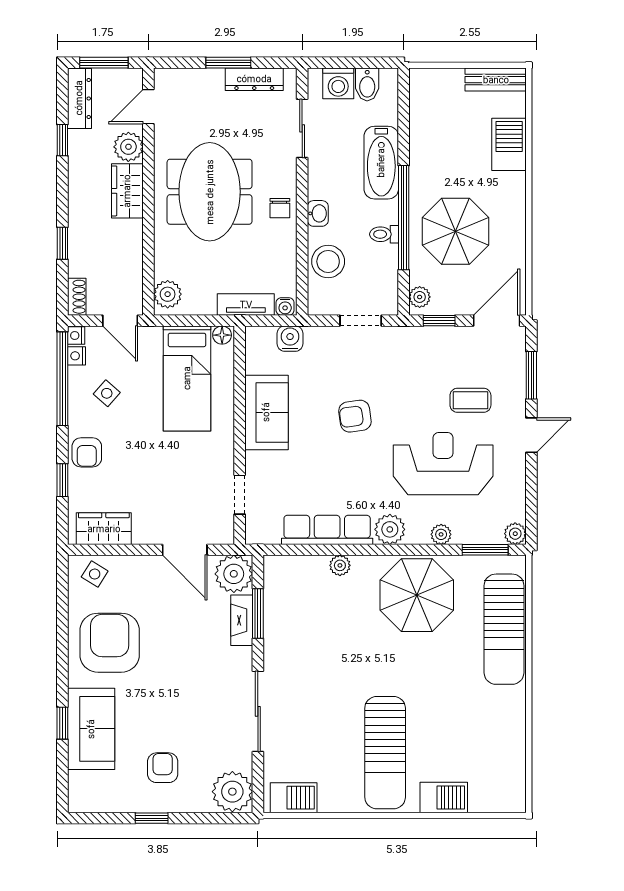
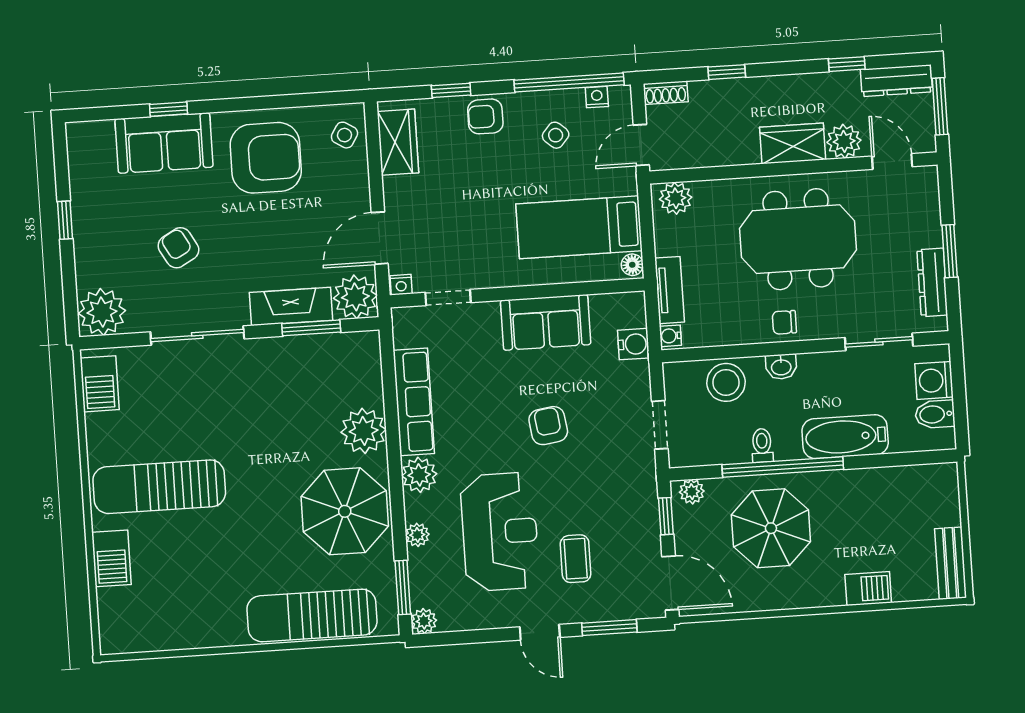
barbecue: (509, 144) -> (868, 589), width x0.73, depth x0.79
nightstand: (76, 336) -> (401, 285), moved, turned 180
plant: (340, 565) -> (364, 431), width x1.88, depth x1.88
fireplace: (242, 620) -> (291, 306), width x1.37, depth x1.32
armchair: (163, 768) -> (178, 248), moved, turned -119

